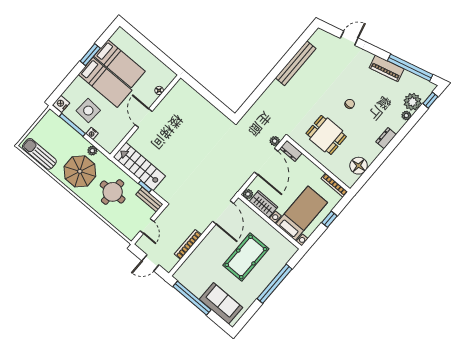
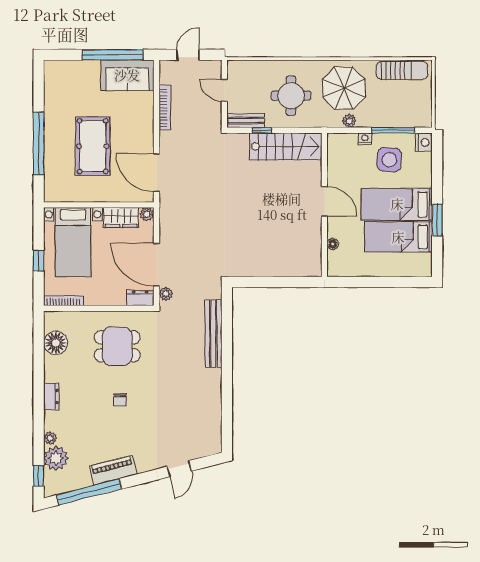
bench: (296, 63) -> (213, 334), moved
sofa: (221, 303) -> (127, 75), moved

